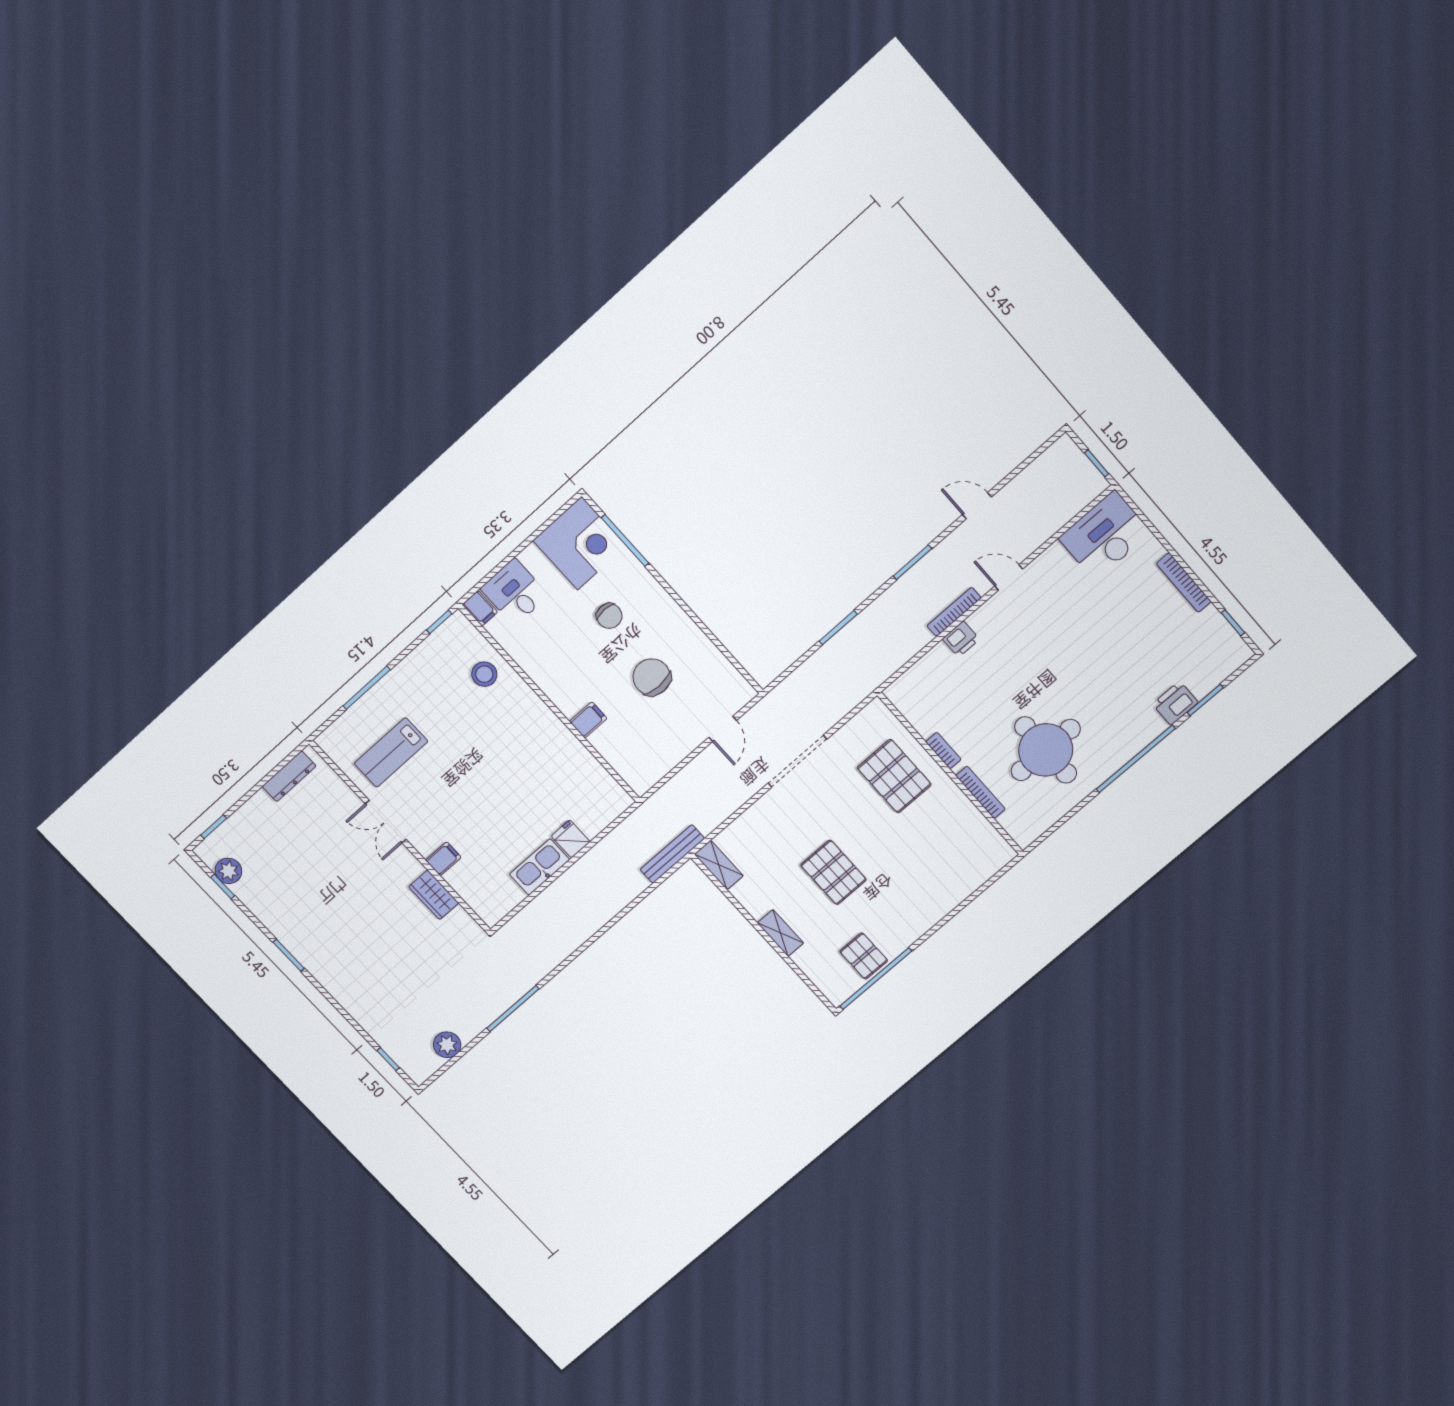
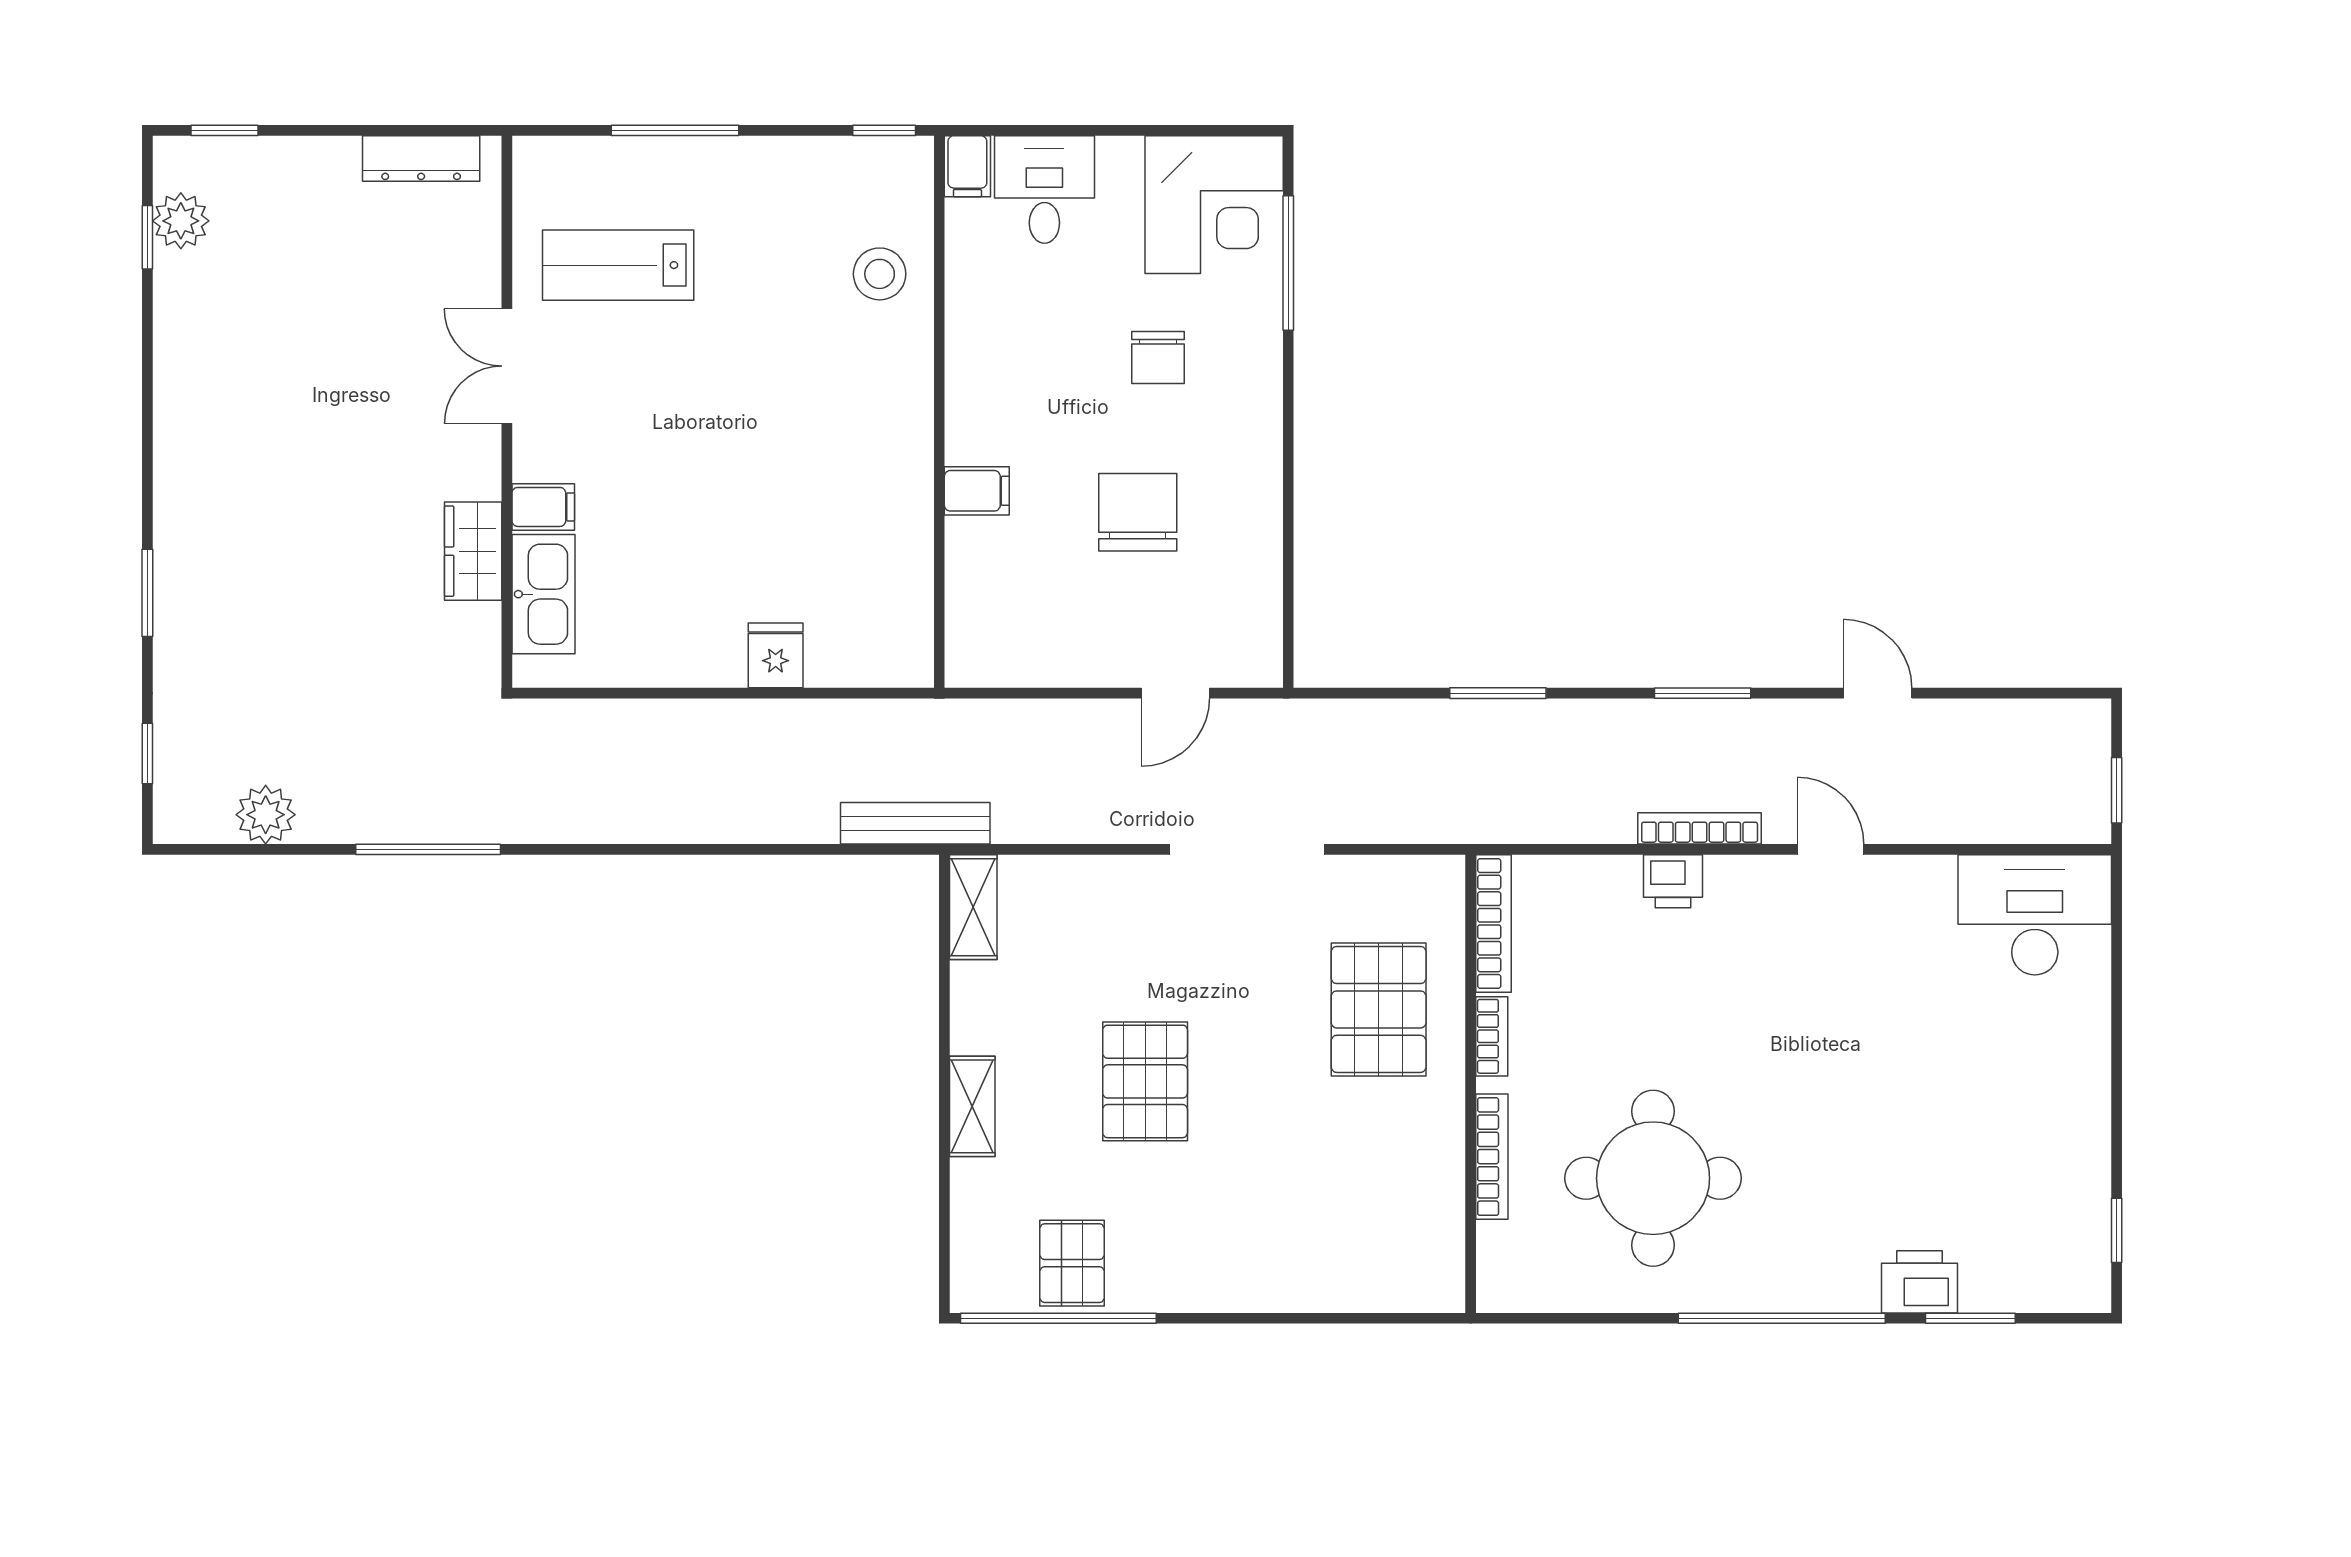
bookcase: (1184, 583) -> (1493, 923), moved, turned 180
kitchen sink: (539, 867) -> (544, 594), moved, turned 90
window: (289, 955) -> (147, 593), moved

